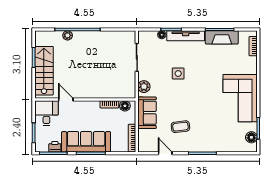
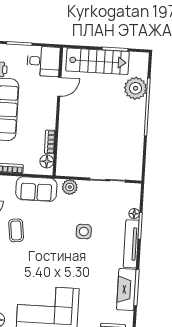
plant: (68, 35) -> (136, 88), width x1.87, depth x1.87

